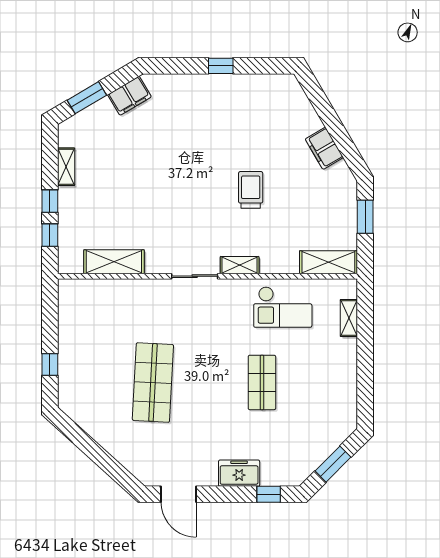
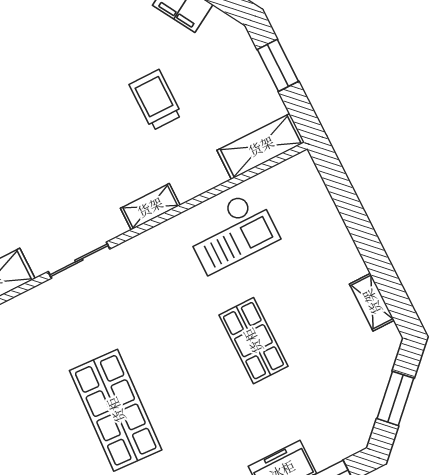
trolley: (251, 190) -> (156, 100), moved
sliding door: (195, 276) -> (79, 260), moved
shelving: (349, 318) -> (372, 302), moved

